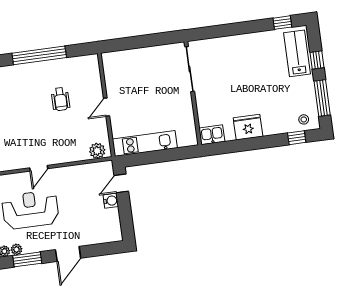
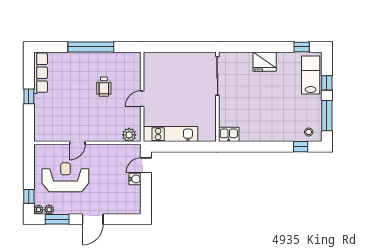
fridge: (248, 127) -> (265, 62), moved, turned 180

